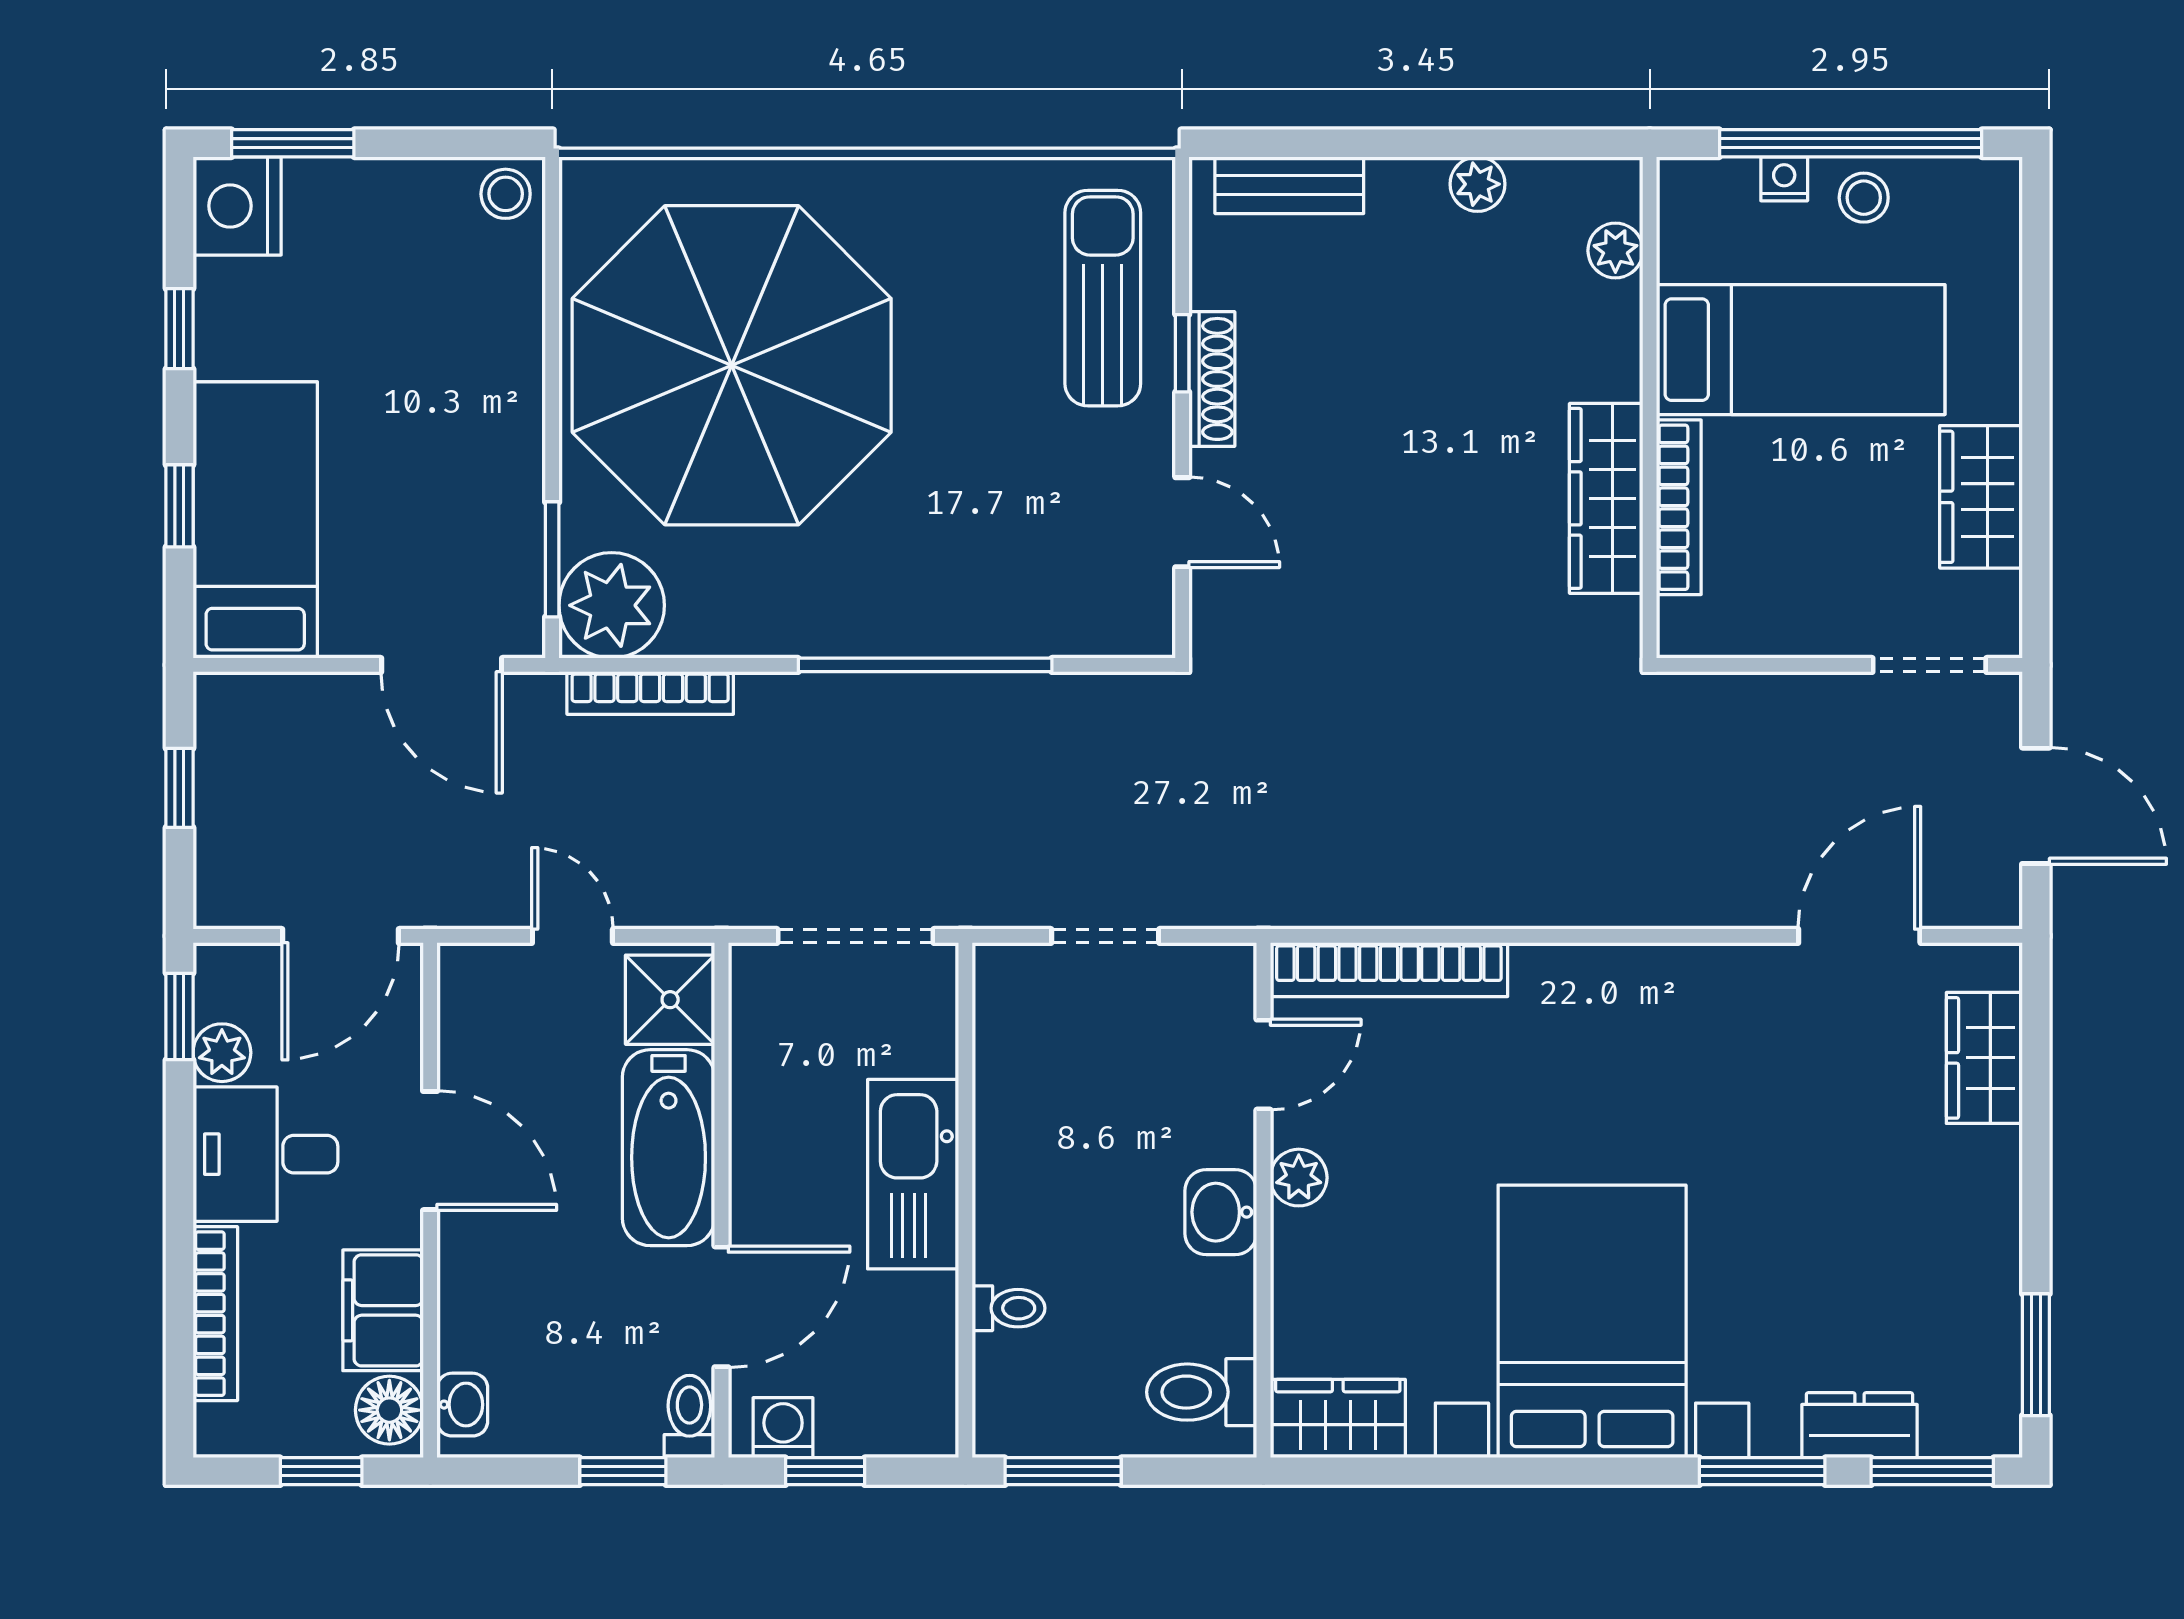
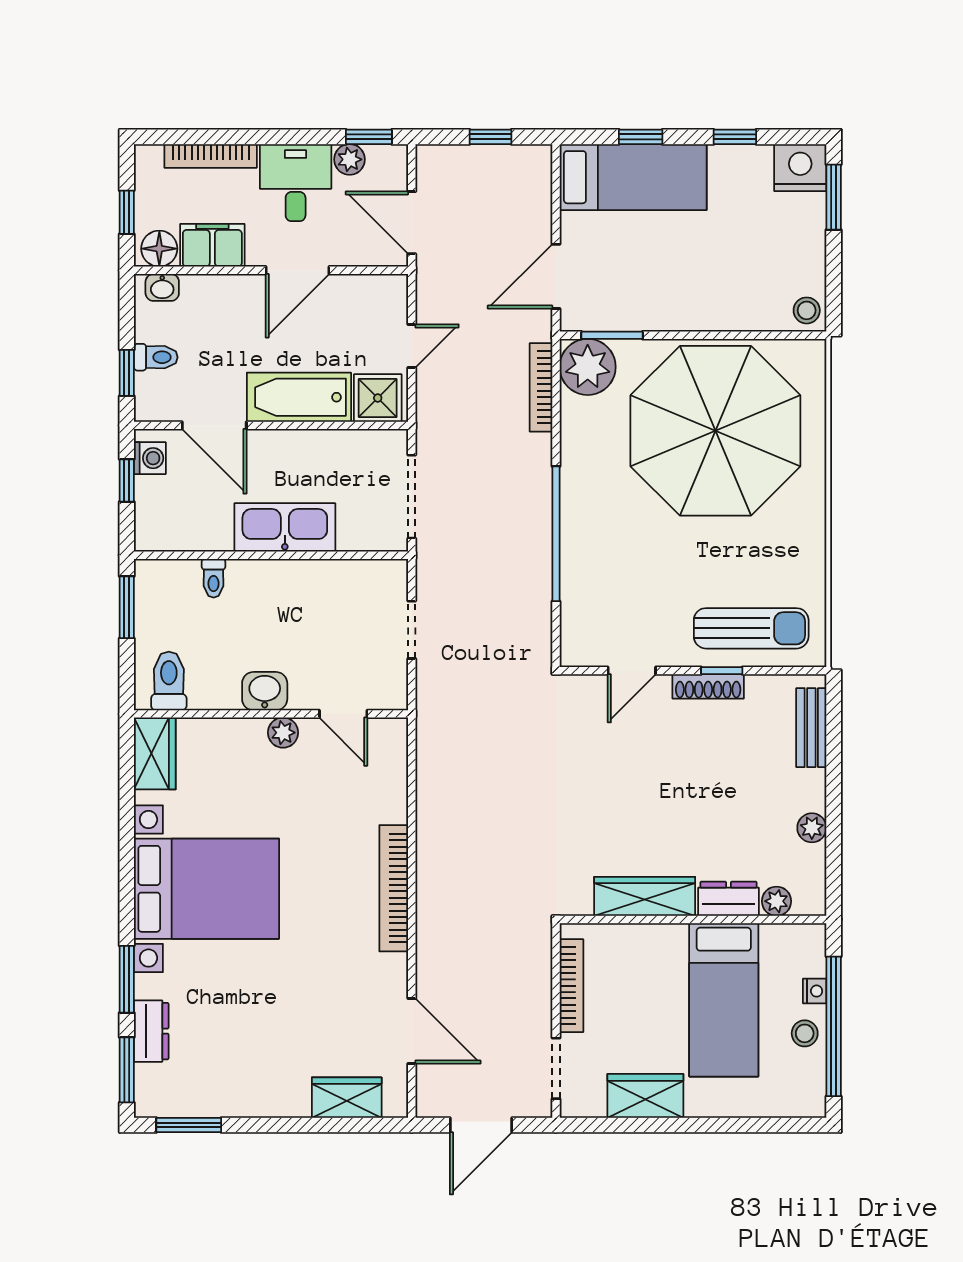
dresser: (1611, 341) -> (729, 899), added
bookcase: (1679, 507) -> (571, 986), moved, turned -90
bookcase: (1389, 970) -> (394, 888), moved
toilet: (689, 1416) -> (156, 357), moved

